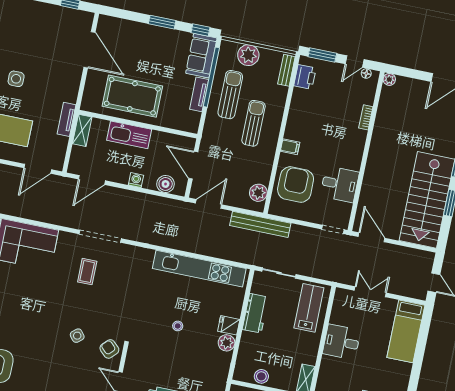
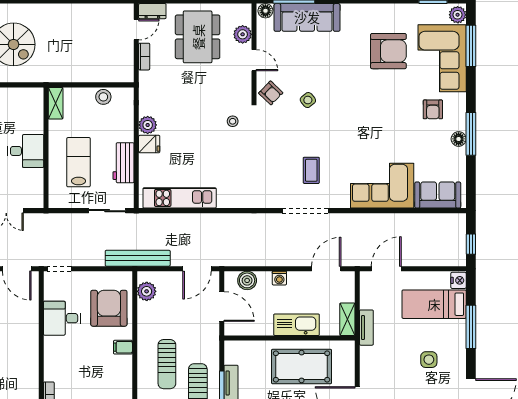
armchair: (296, 185) -> (109, 308), turned 180
kitchen unit: (199, 269) -> (180, 198), width x0.73
lab bench: (309, 308) -> (78, 162), moved, turned 180
stool: (178, 326) -> (233, 121), moved

